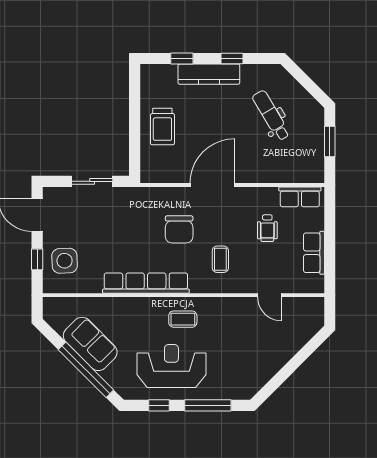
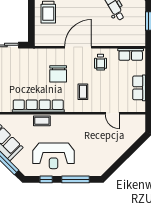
wheelchair: (267, 228) -> (101, 62), moved
coffee table: (183, 319) -> (42, 121), moved
reception desk: (171, 366) -> (54, 156), turned 180

